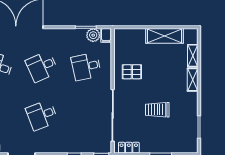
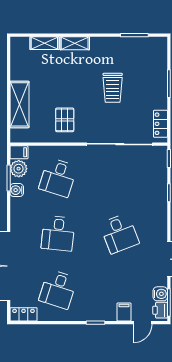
water cooler: (76, 34) -> (17, 190), added
shelving: (164, 36) -> (19, 104), moved
desk: (42, 66) -> (58, 233), turned 30
desk: (86, 66) -> (58, 177), turned 30

